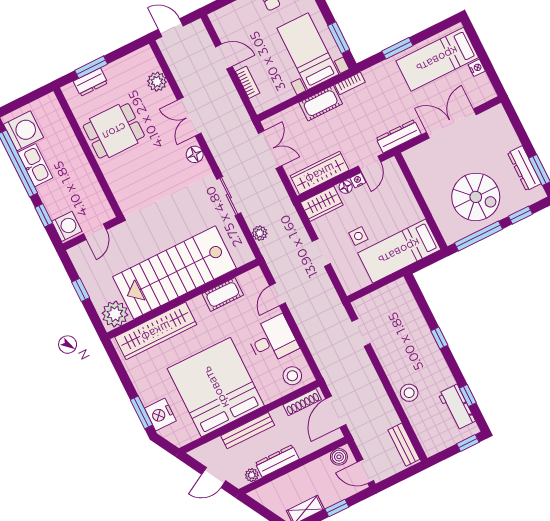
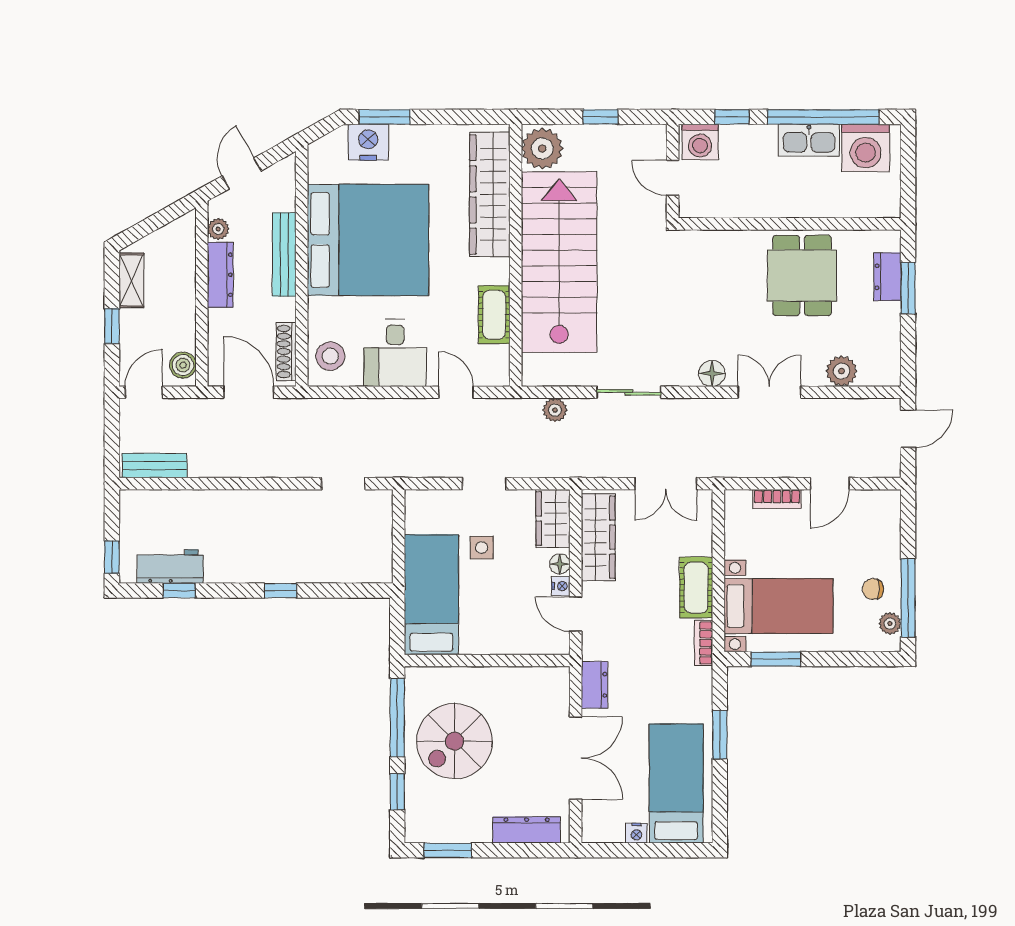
dresser: (399, 136) -> (594, 685), width x0.70
dresser: (524, 168) -> (527, 830), moved
stool: (409, 393) -> (224, 509), removed

